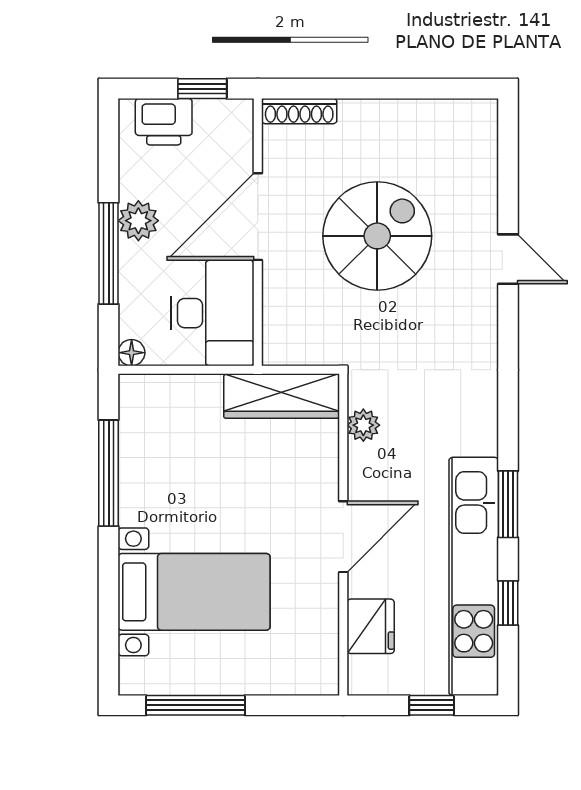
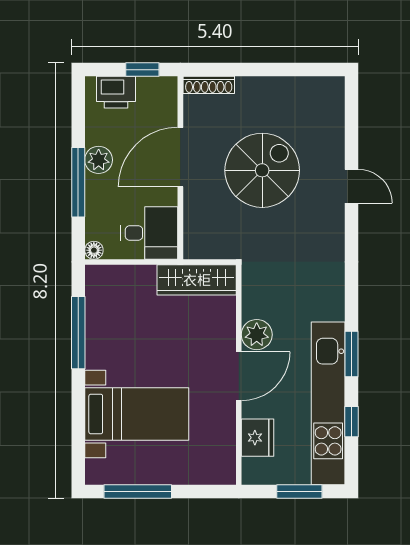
desk: (212, 313) -> (149, 233), width x0.73
plant: (363, 425) -> (257, 335), moved, width x1.38, depth x1.38
window: (432, 705) -> (299, 492), width x1.50

